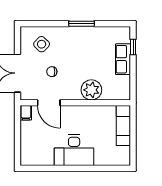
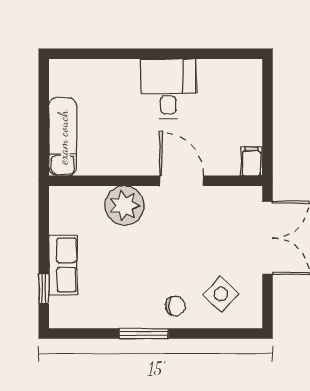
chair: (52, 72) -> (175, 306), moved
door: (49, 103) -> (182, 181), moved
desk: (74, 150) -> (168, 89), width x0.73

